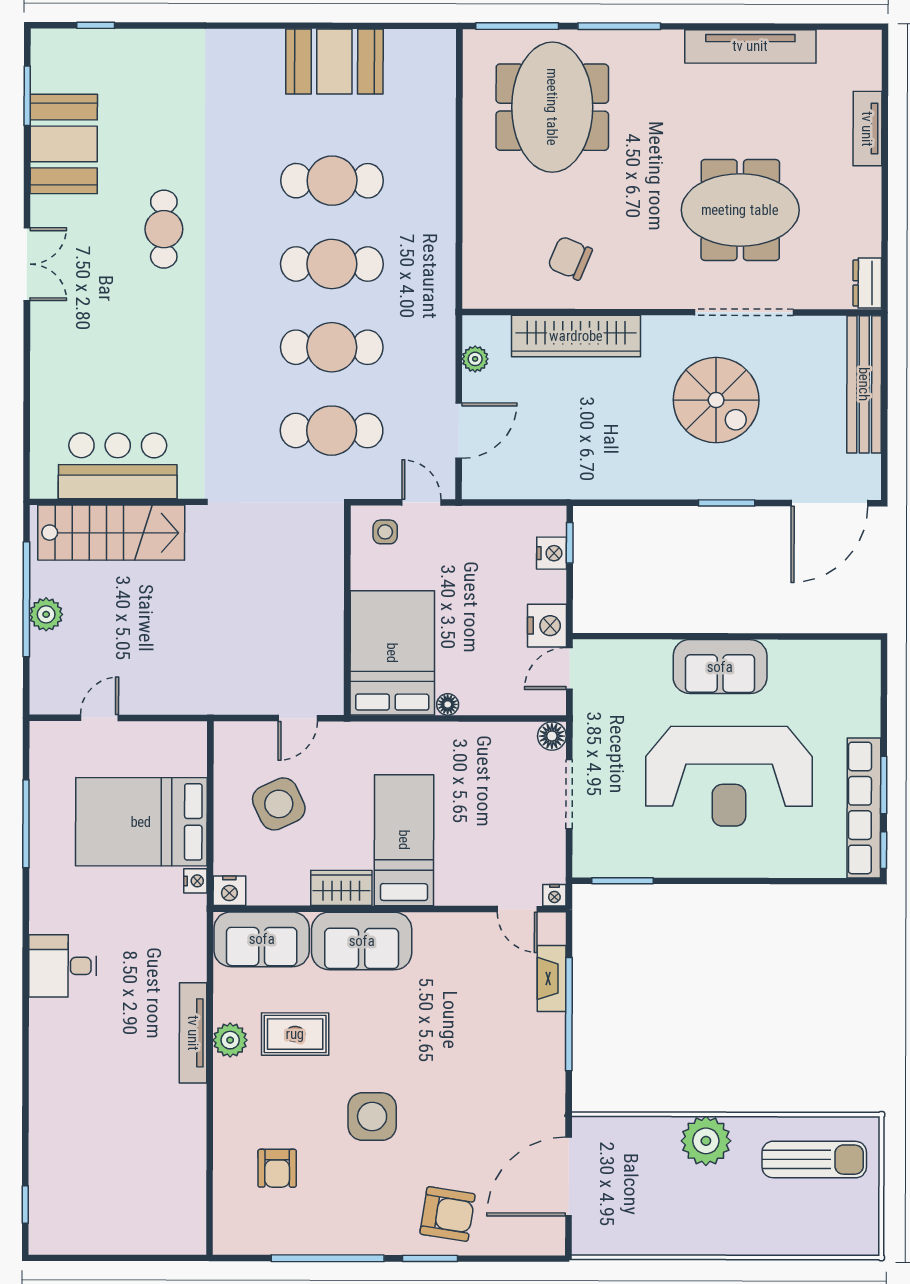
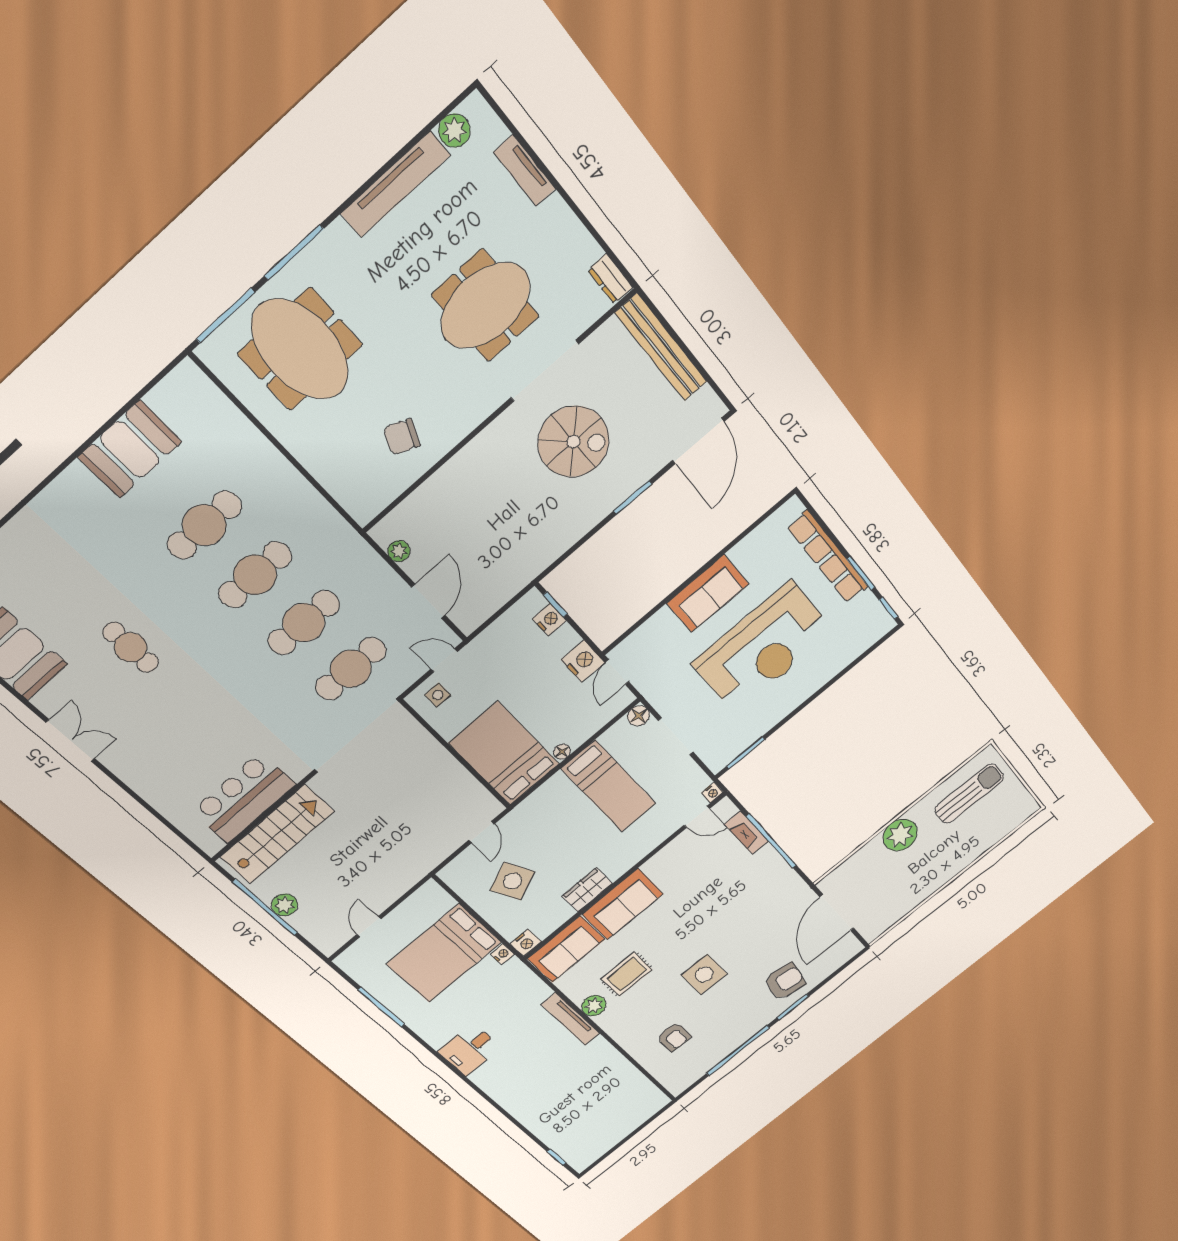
plant: (836, 47) -> (454, 131), added
wardrobe: (576, 336) -> (450, 481), removed
row of seats: (864, 808) -> (828, 557), moved
bed: (404, 840) -> (609, 786), moved, turned 180

